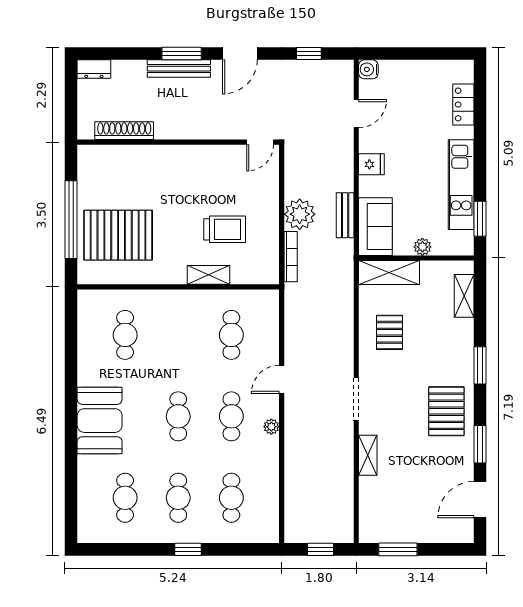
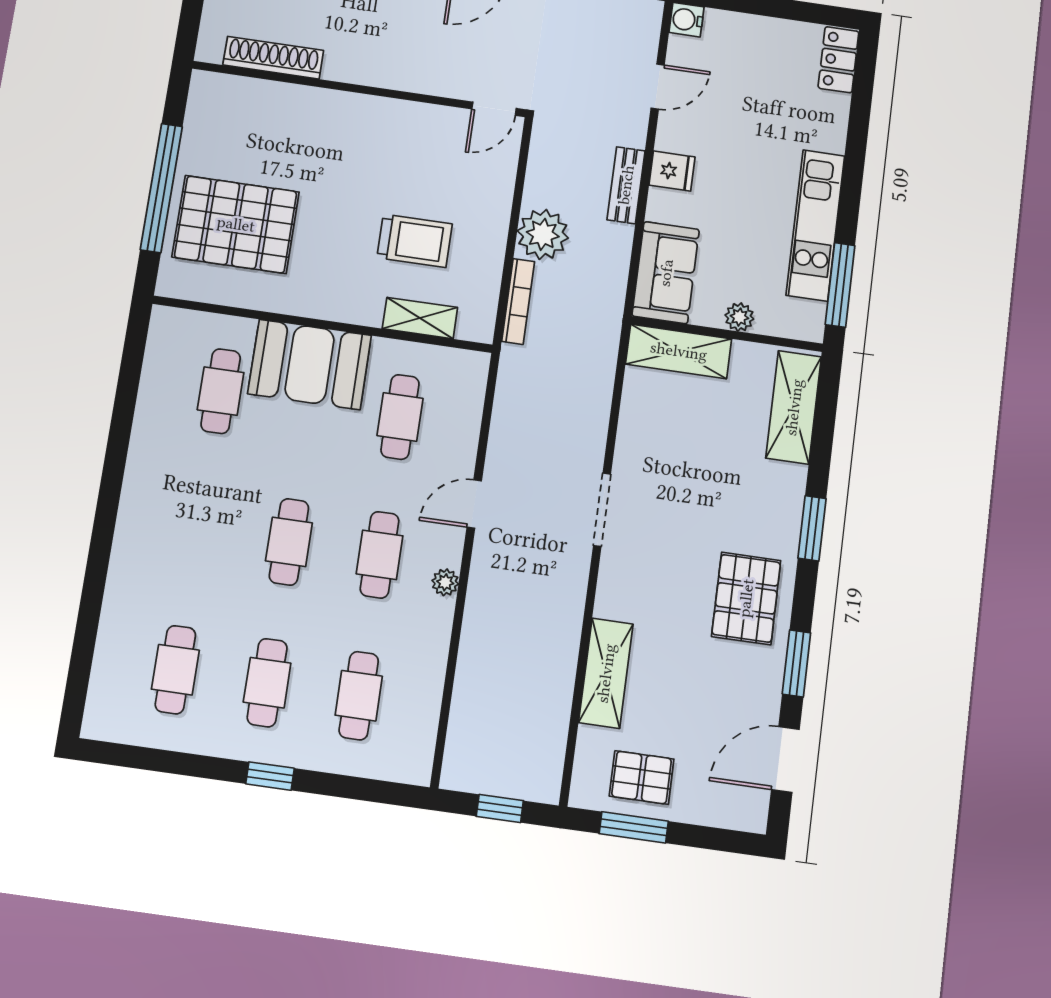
locker: (463, 104) -> (838, 60), moved
bench: (345, 215) -> (626, 185), moved
window: (480, 219) -> (840, 285), width x1.44
shelving: (208, 275) -> (420, 318), moved
shelving: (464, 296) -> (794, 407), width x1.50, depth x1.33
pallet: (389, 332) -> (642, 777), moved, turned 90
doorway: (356, 399) -> (602, 510), moved
booth: (100, 421) -> (310, 365), moved, turned 90
shelving: (368, 455) -> (606, 673), width x1.50, depth x1.33

